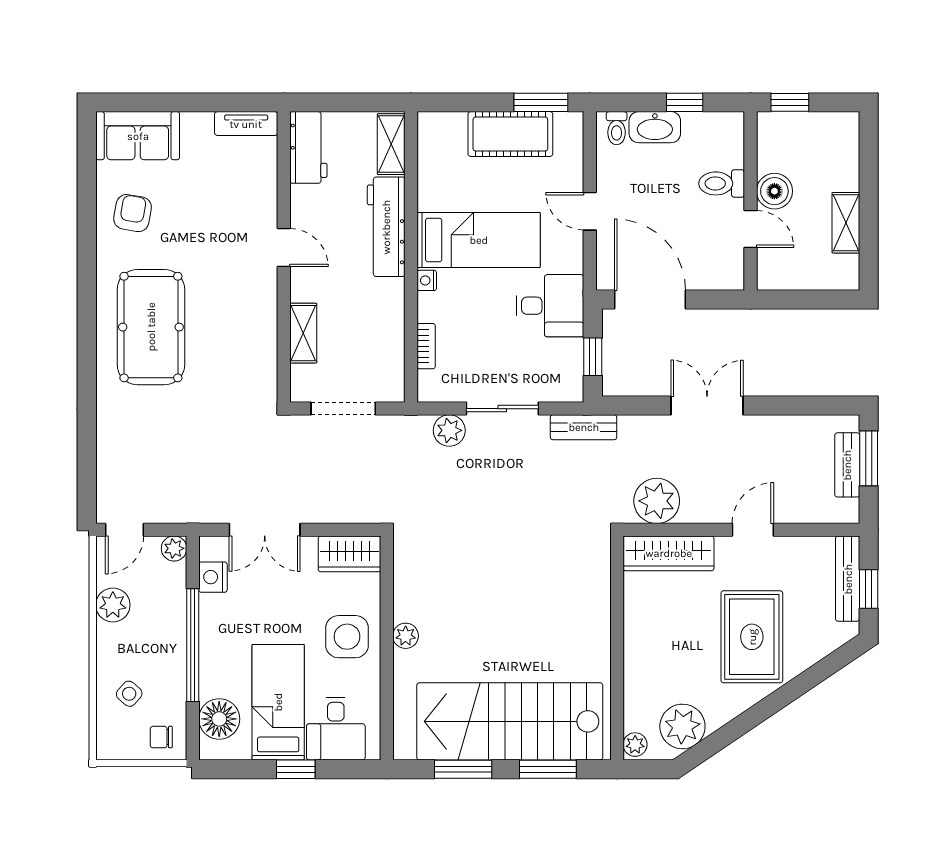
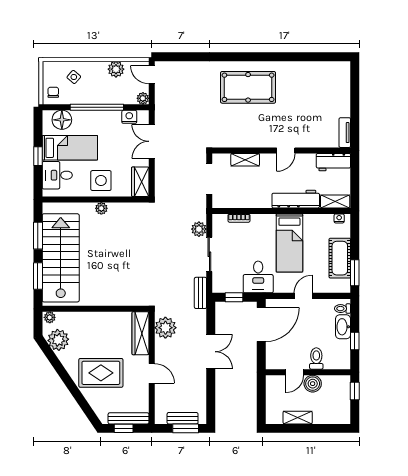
sofa: (138, 136) -> (339, 81), removed
armchair: (133, 213) -> (302, 79), removed
nightstand: (427, 280) -> (339, 218), moved

